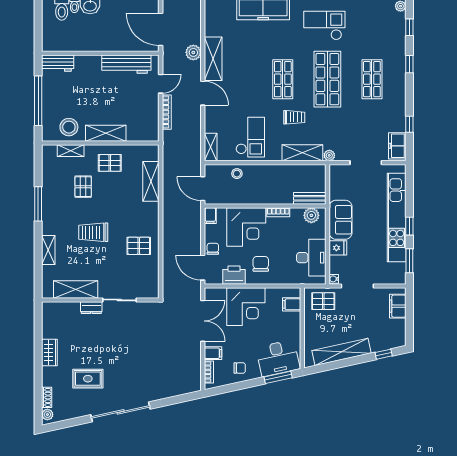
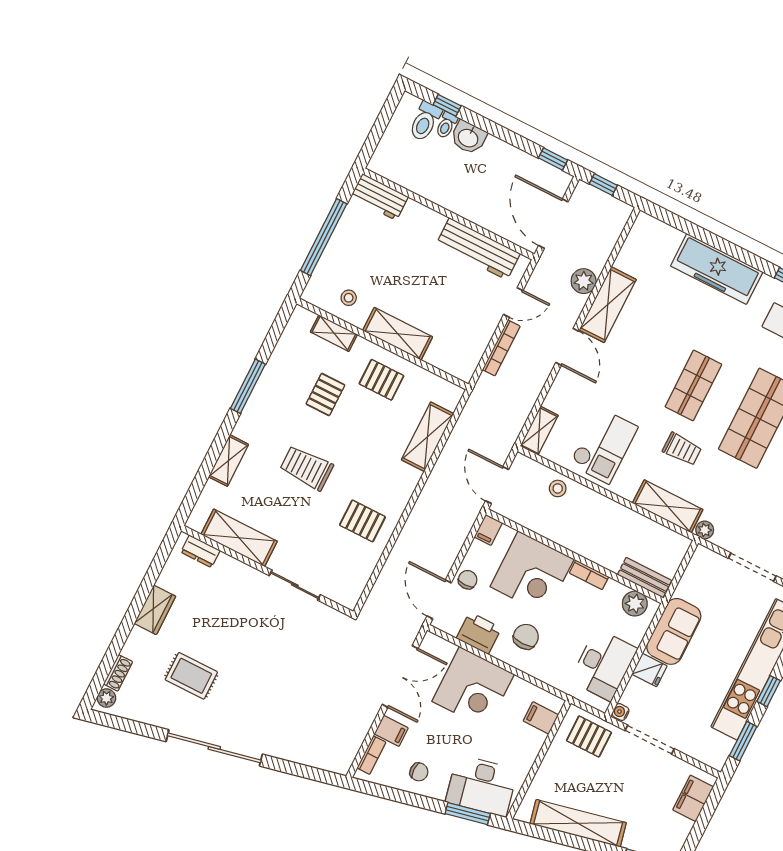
stool: (69, 127) -> (349, 298), width x0.53, depth x0.53
dresser: (91, 308) -> (200, 551), moved

